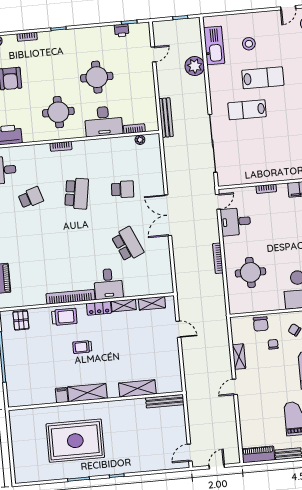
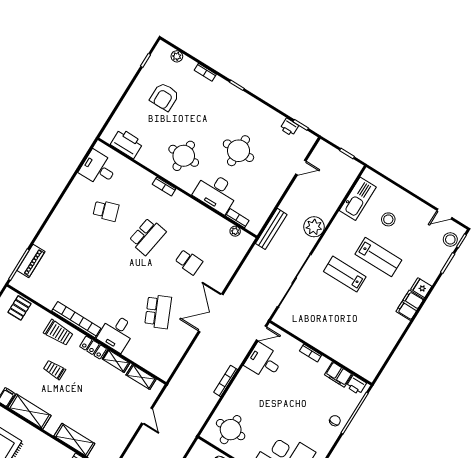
plant: (195, 66) -> (314, 227), moved
round table: (250, 272) -> (231, 430), moved

